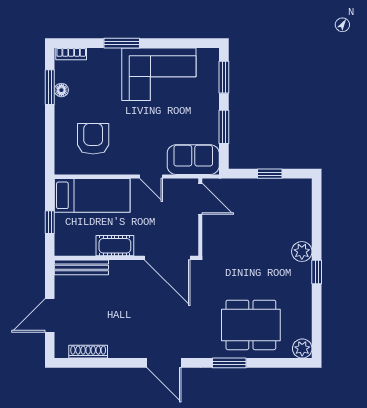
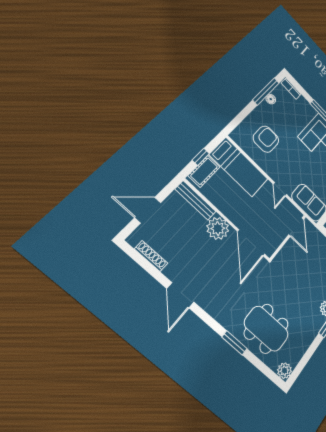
window: (50, 87) -> (266, 91), width x1.44
cot: (115, 246) -> (204, 171), moved, turned 90
plant: (124, 274) -> (218, 228), added
door: (164, 363) -> (180, 295), moved

